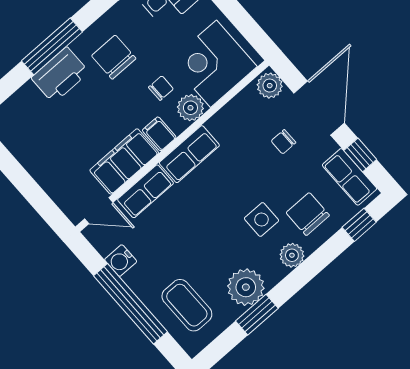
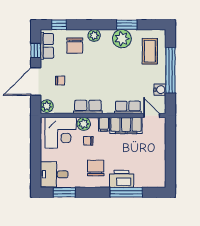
window: (52, 46) -> (126, 192), moved
chair: (114, 57) -> (96, 168), turned 180
row of seats: (189, 154) -> (88, 107), moved
side table: (262, 219) -> (94, 59), removed

